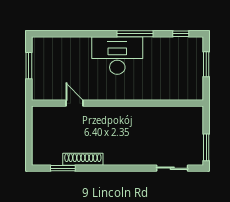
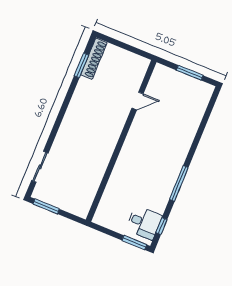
desk: (117, 56) -> (144, 223), moved, width x0.53, depth x0.77
window: (206, 64) -> (134, 243), moved
shoe rack: (83, 159) -> (94, 59), moved

